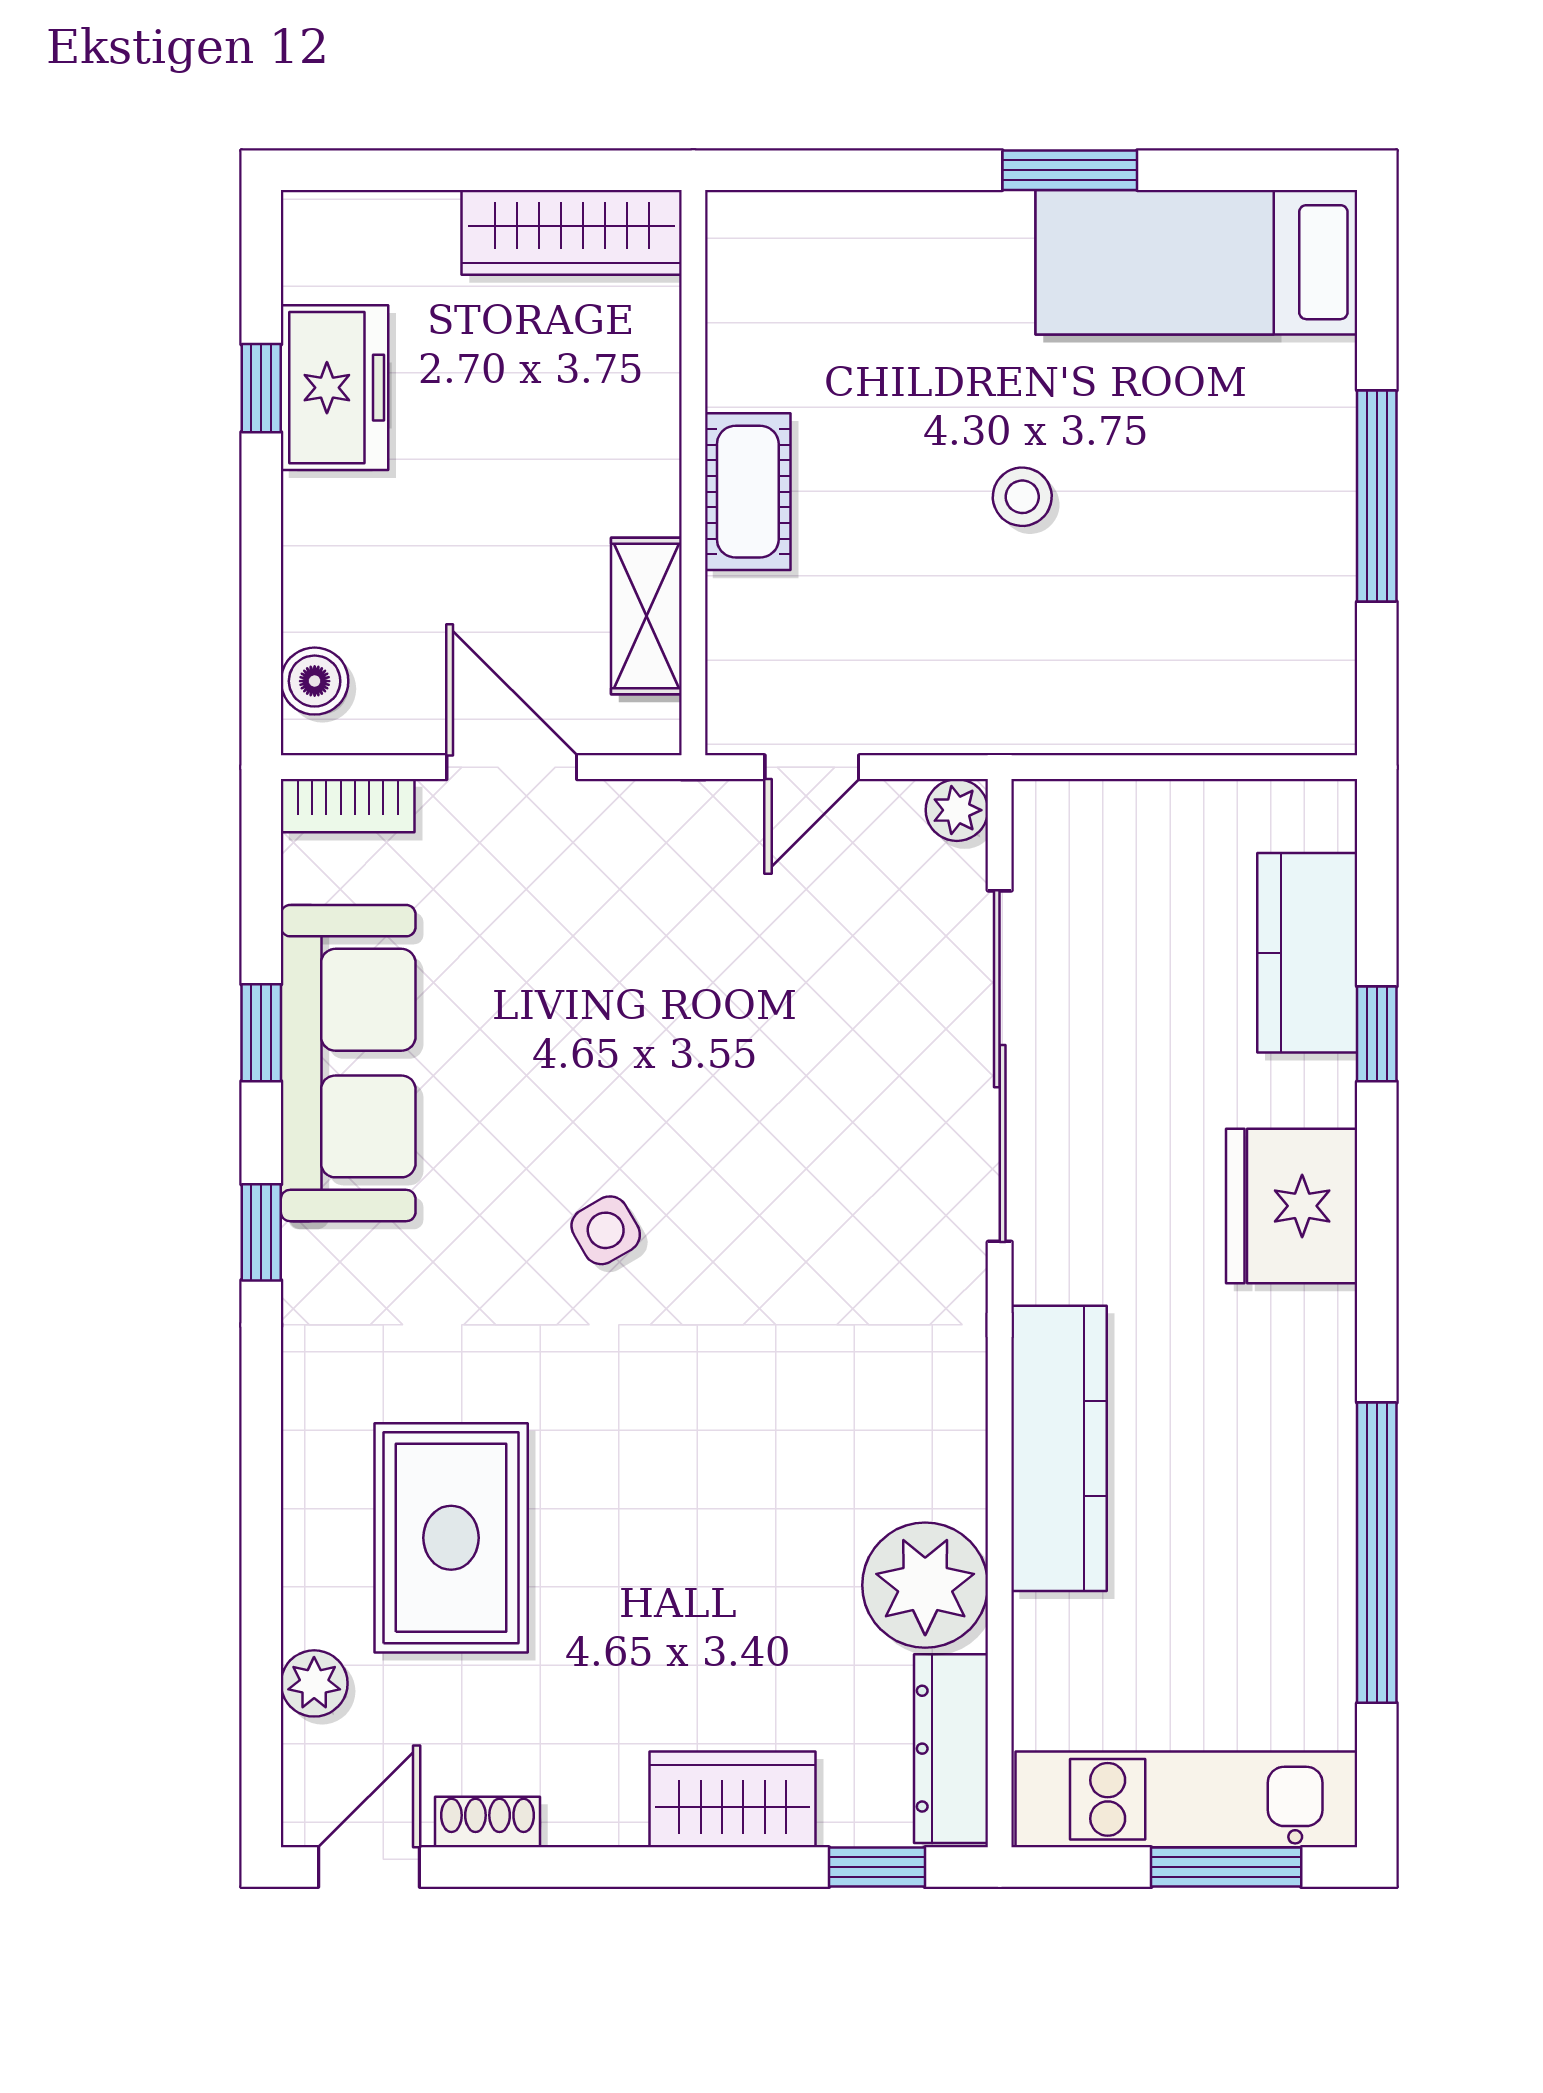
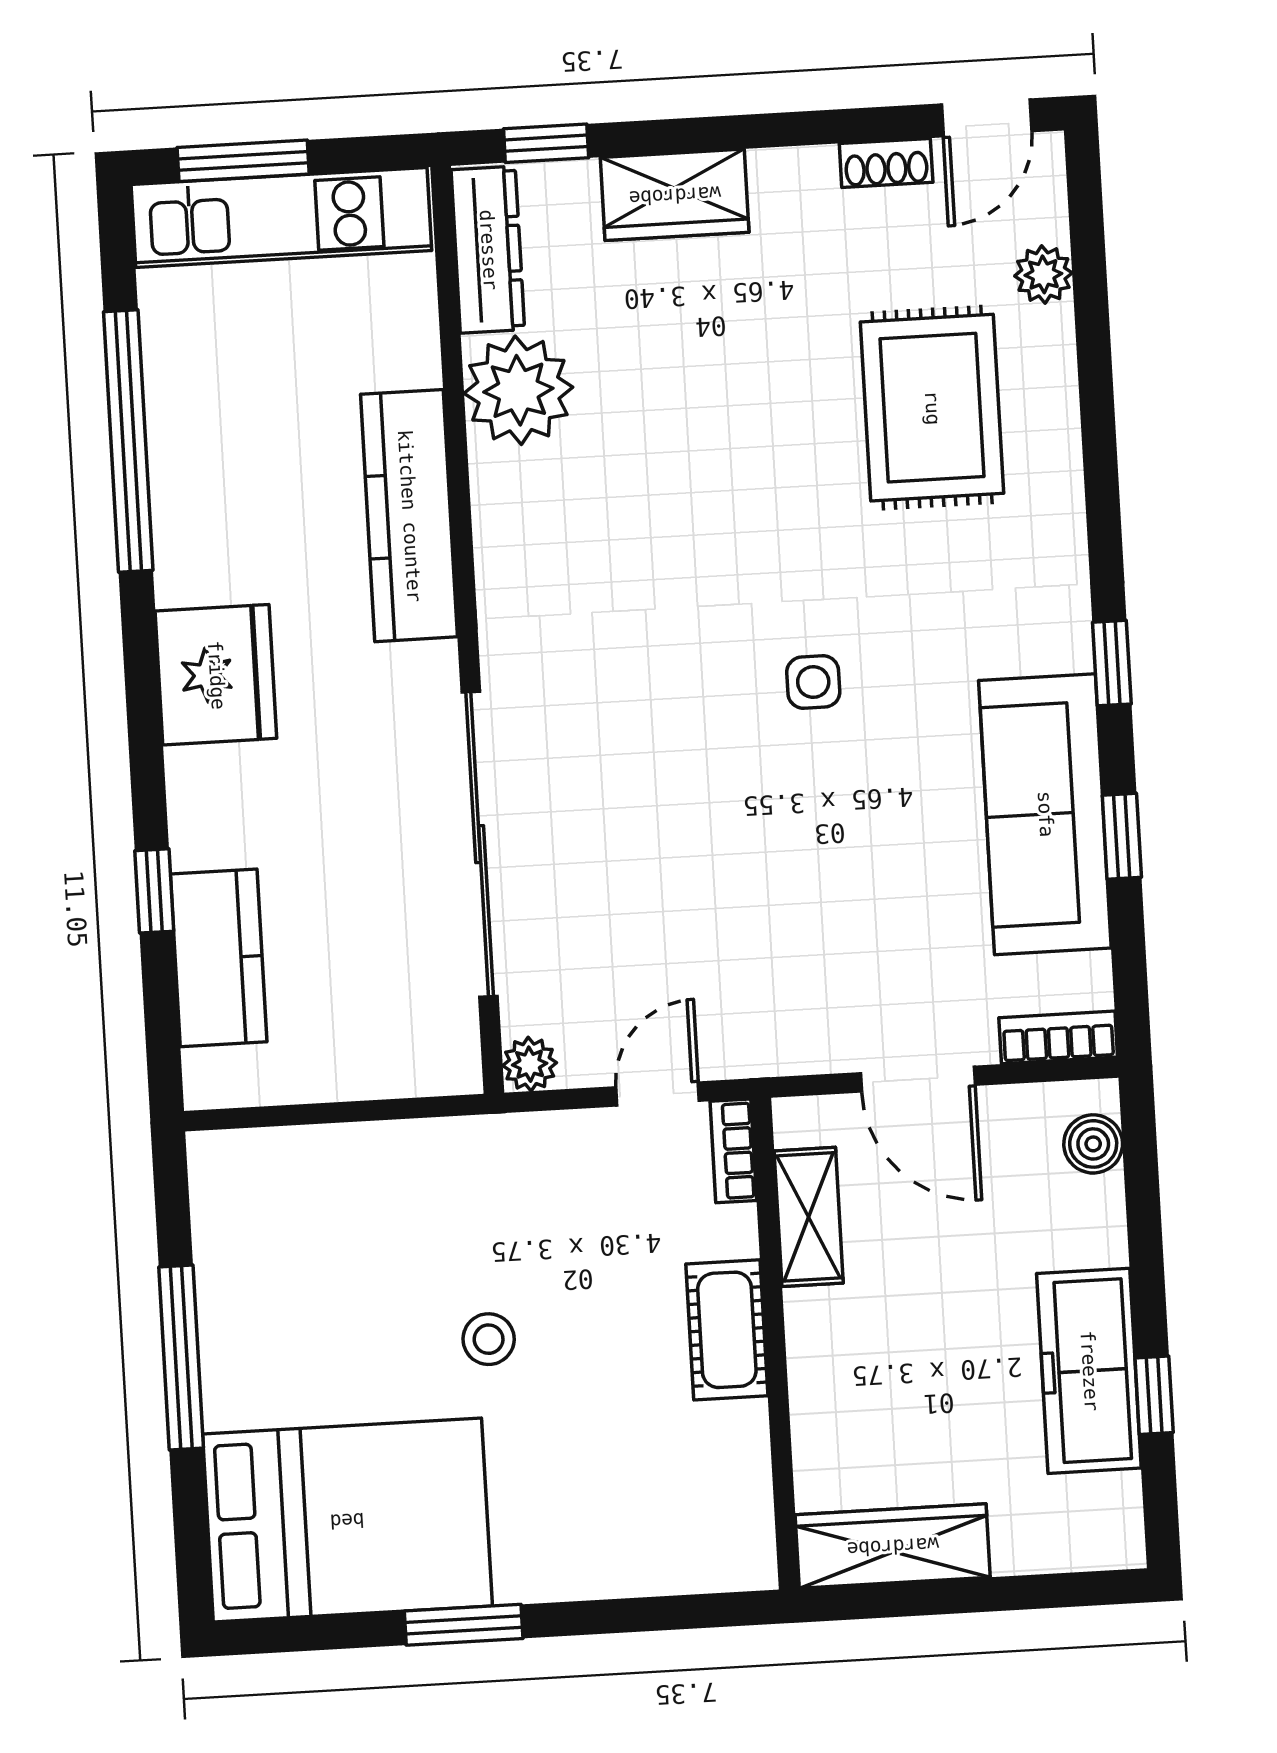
bed: (1196, 262) -> (347, 1520), width x1.50
freezer: (334, 388) -> (1089, 1371), width x1.40
bookcase: (729, 697) -> (733, 1151), added
fridge: (1292, 1206) -> (216, 675), moved
side table: (606, 1230) -> (813, 682), turned 30

